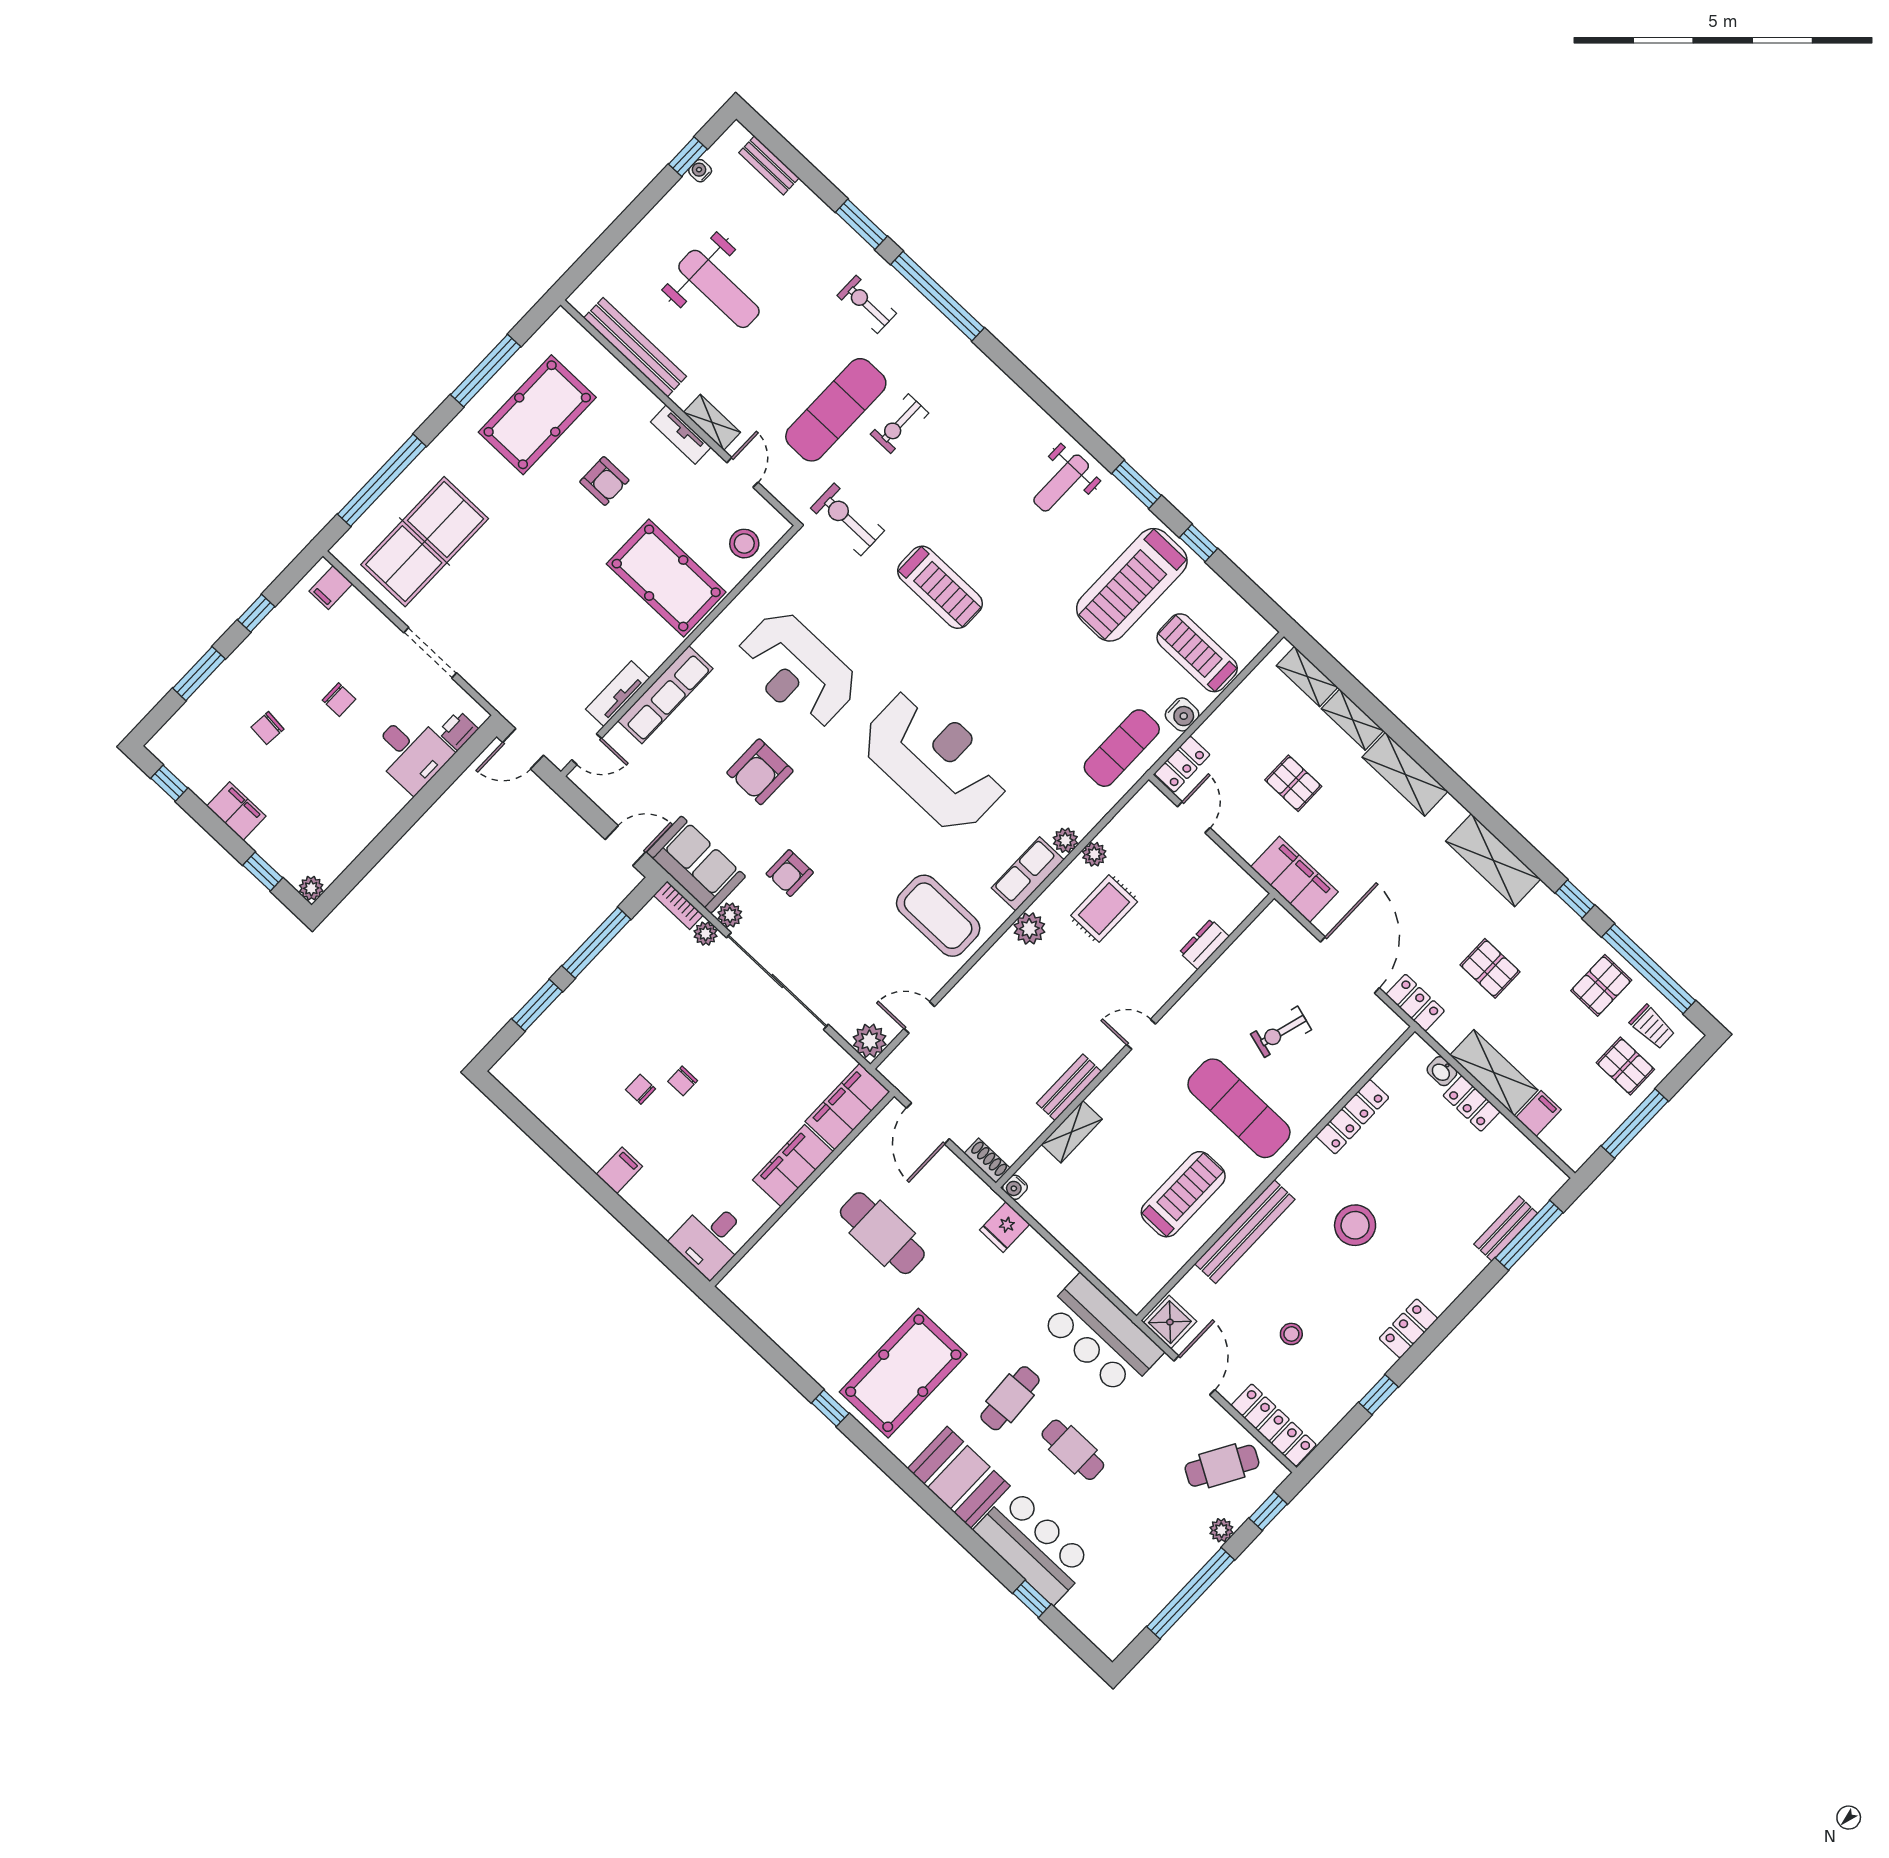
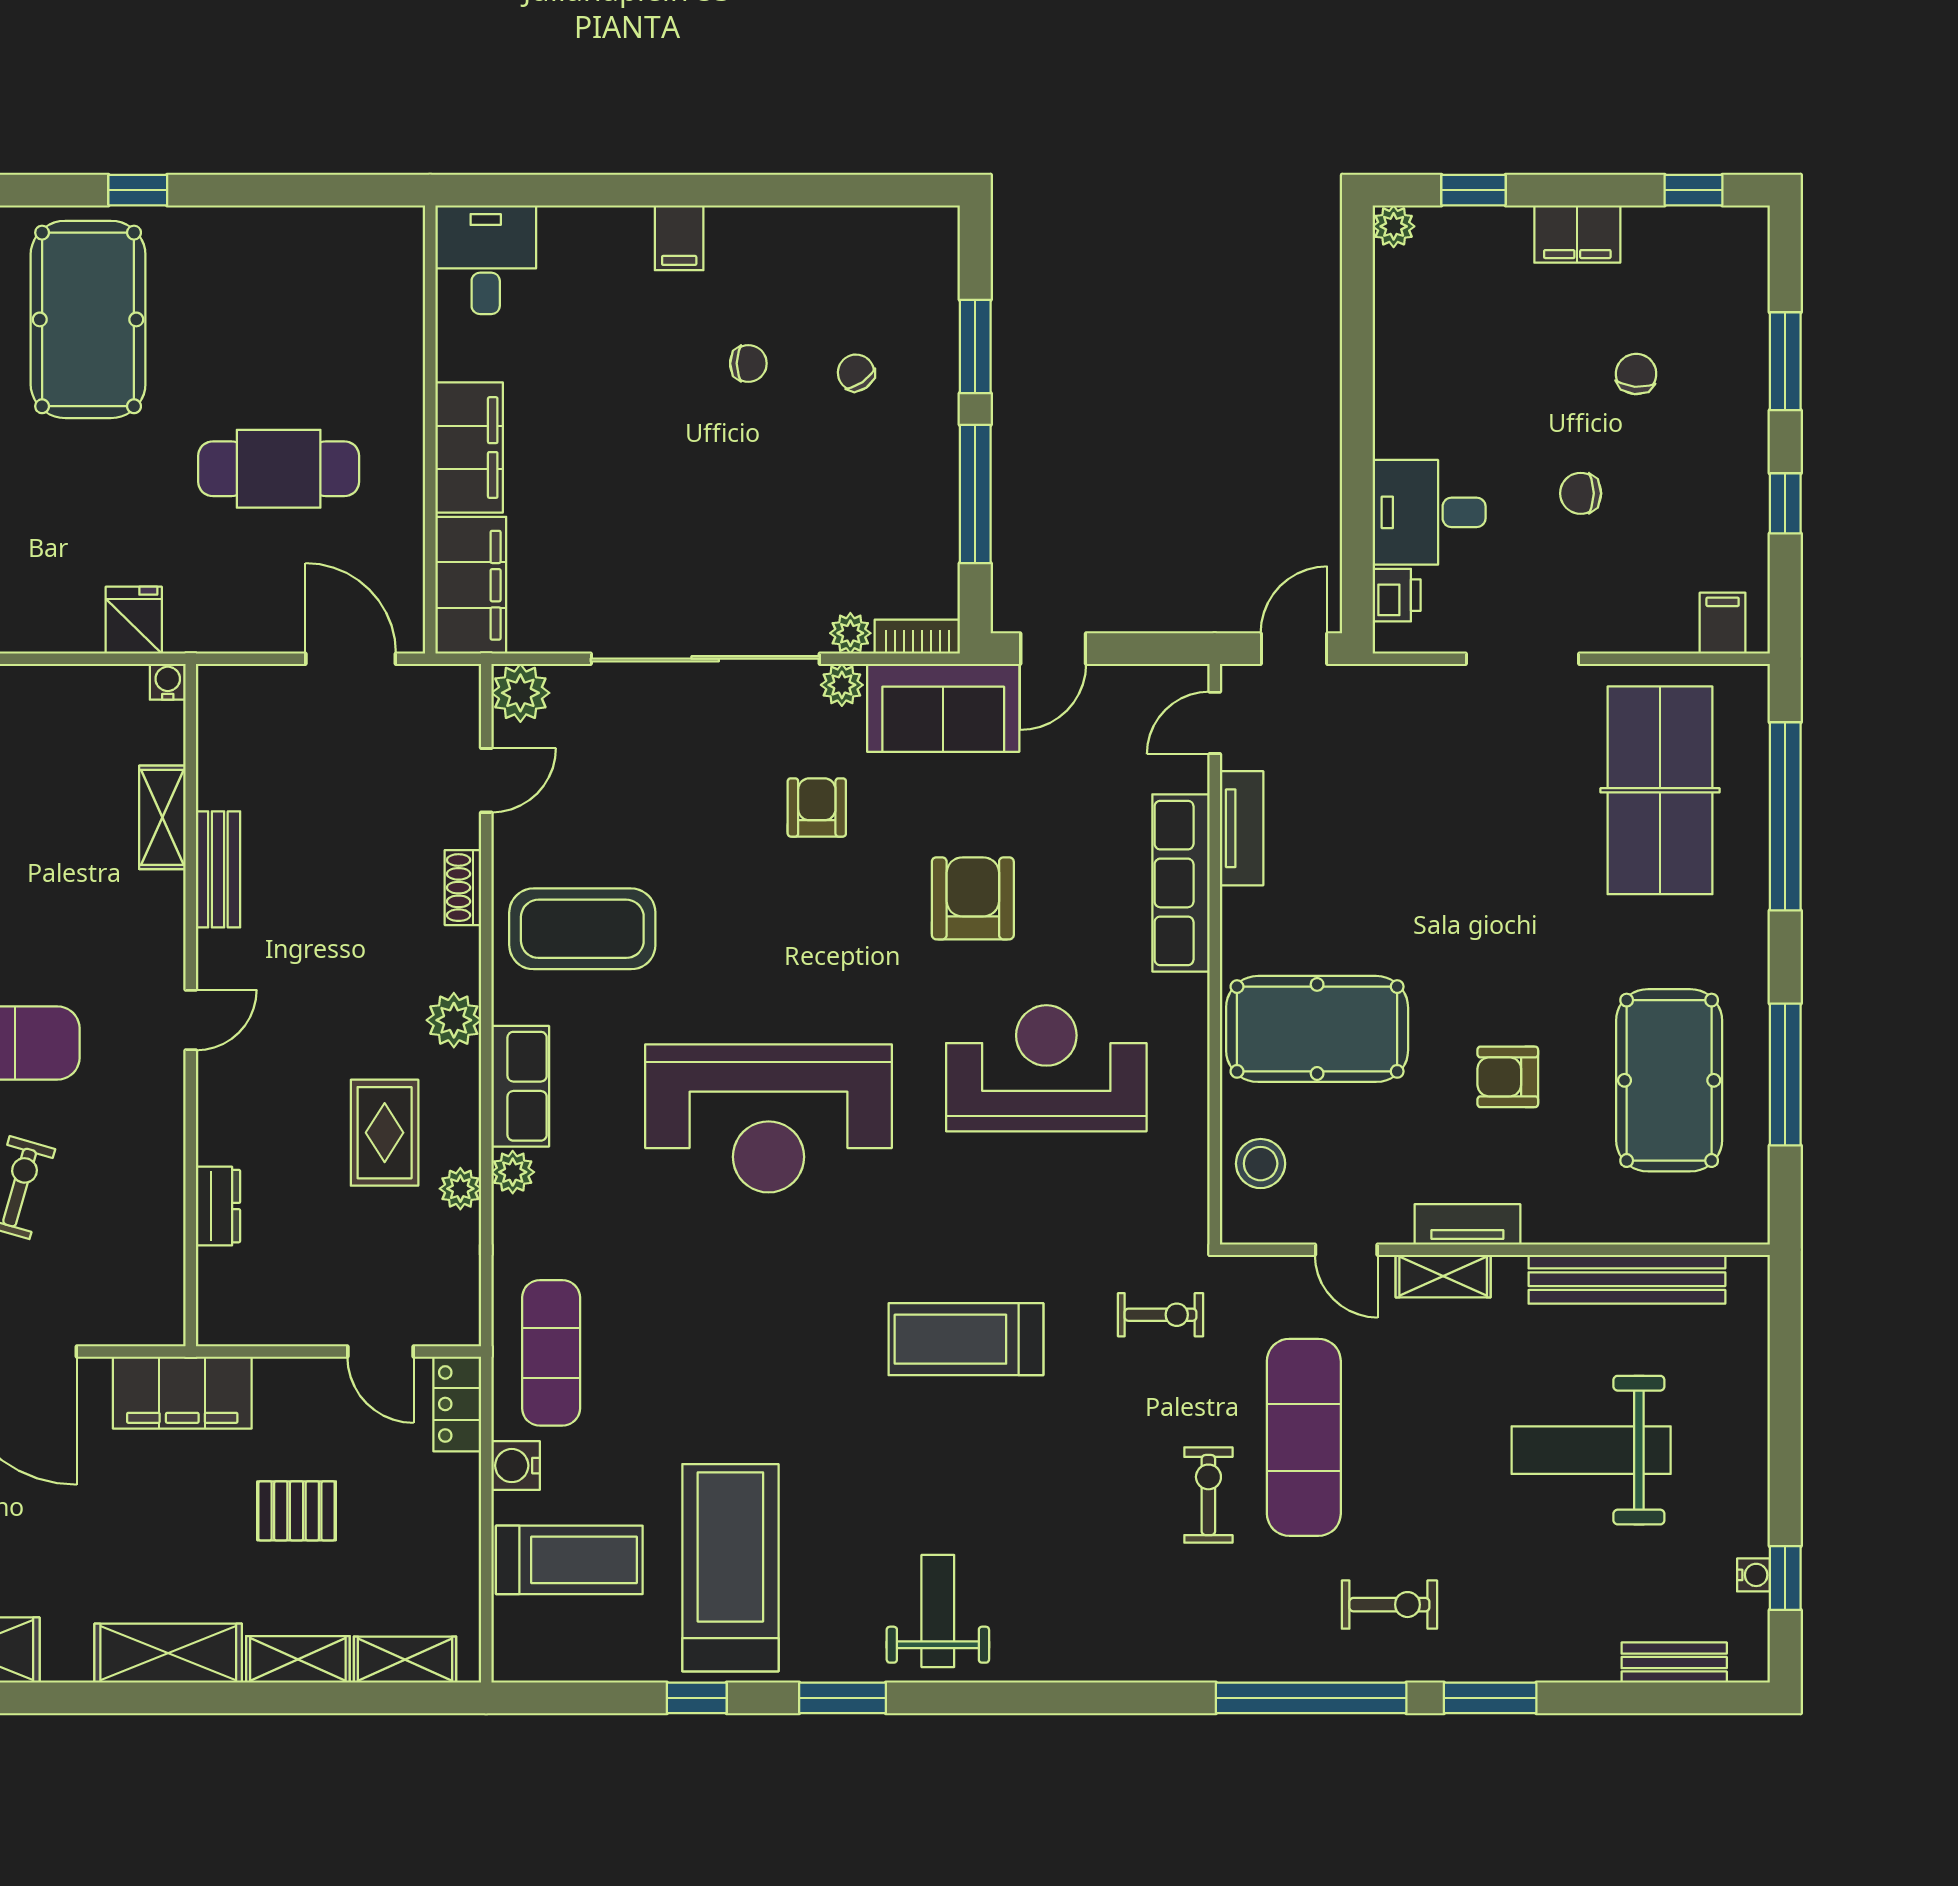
exercise bike: (847, 519) -> (1161, 1315), width x0.73, depth x0.72
chair: (683, 1081) -> (856, 373), moved, turned -35
shoe rack: (987, 1161) -> (463, 888), moved, turned 90

